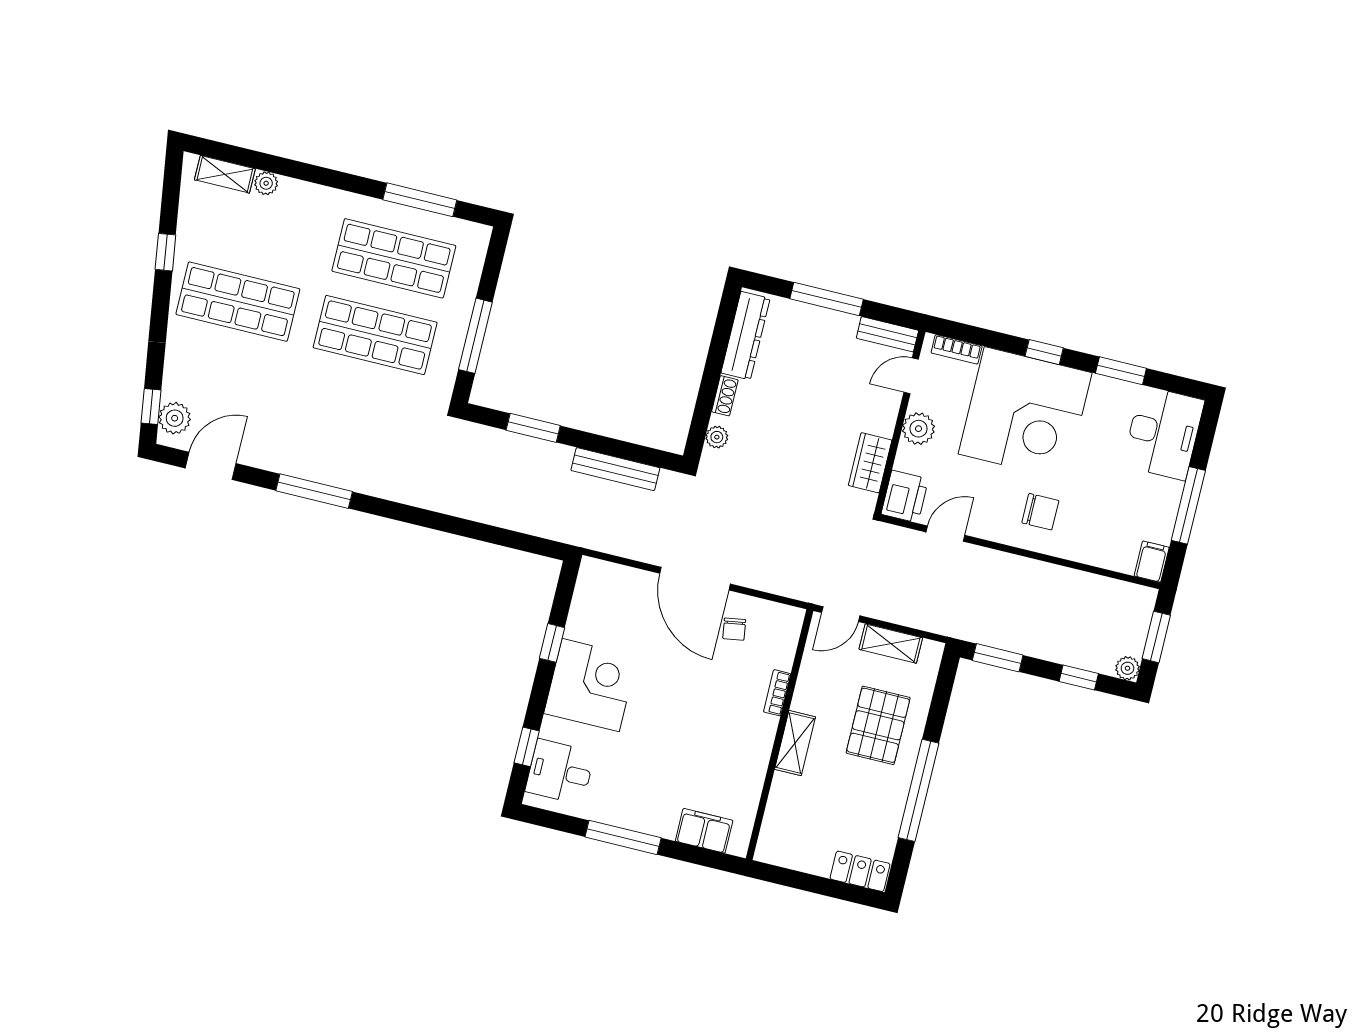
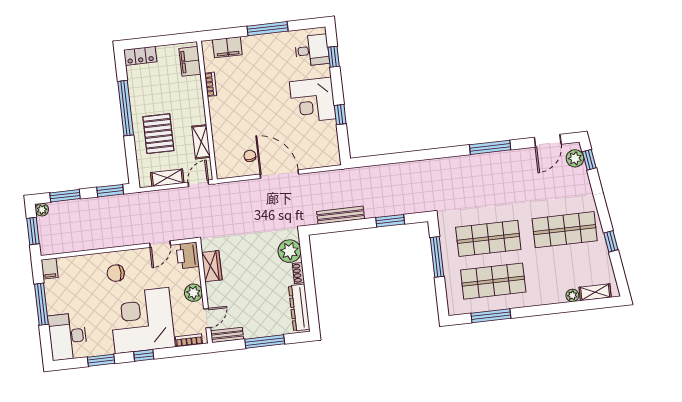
plant: (717, 437) -> (290, 251), width x1.88, depth x1.88
window: (1079, 677) -> (65, 196), width x1.50
bookcase: (777, 693) -> (211, 84), moved
shelving: (795, 743) -> (201, 142), moved
filing cabinet: (778, 830) -> (190, 61), added

